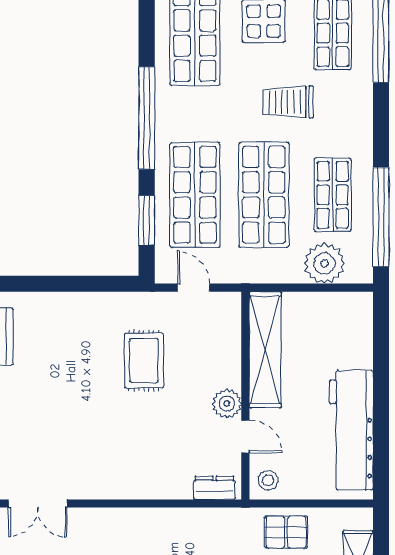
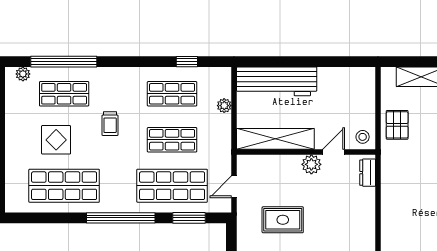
trolley: (288, 102) -> (110, 124), width x0.73, depth x0.72
shop shelf: (264, 195) -> (172, 140), width x0.70, depth x0.74
window: (381, 217) -> (187, 62), width x0.32
plant: (324, 264) -> (224, 106), width x0.53, depth x0.53
workbench: (351, 430) -> (277, 81), moved

